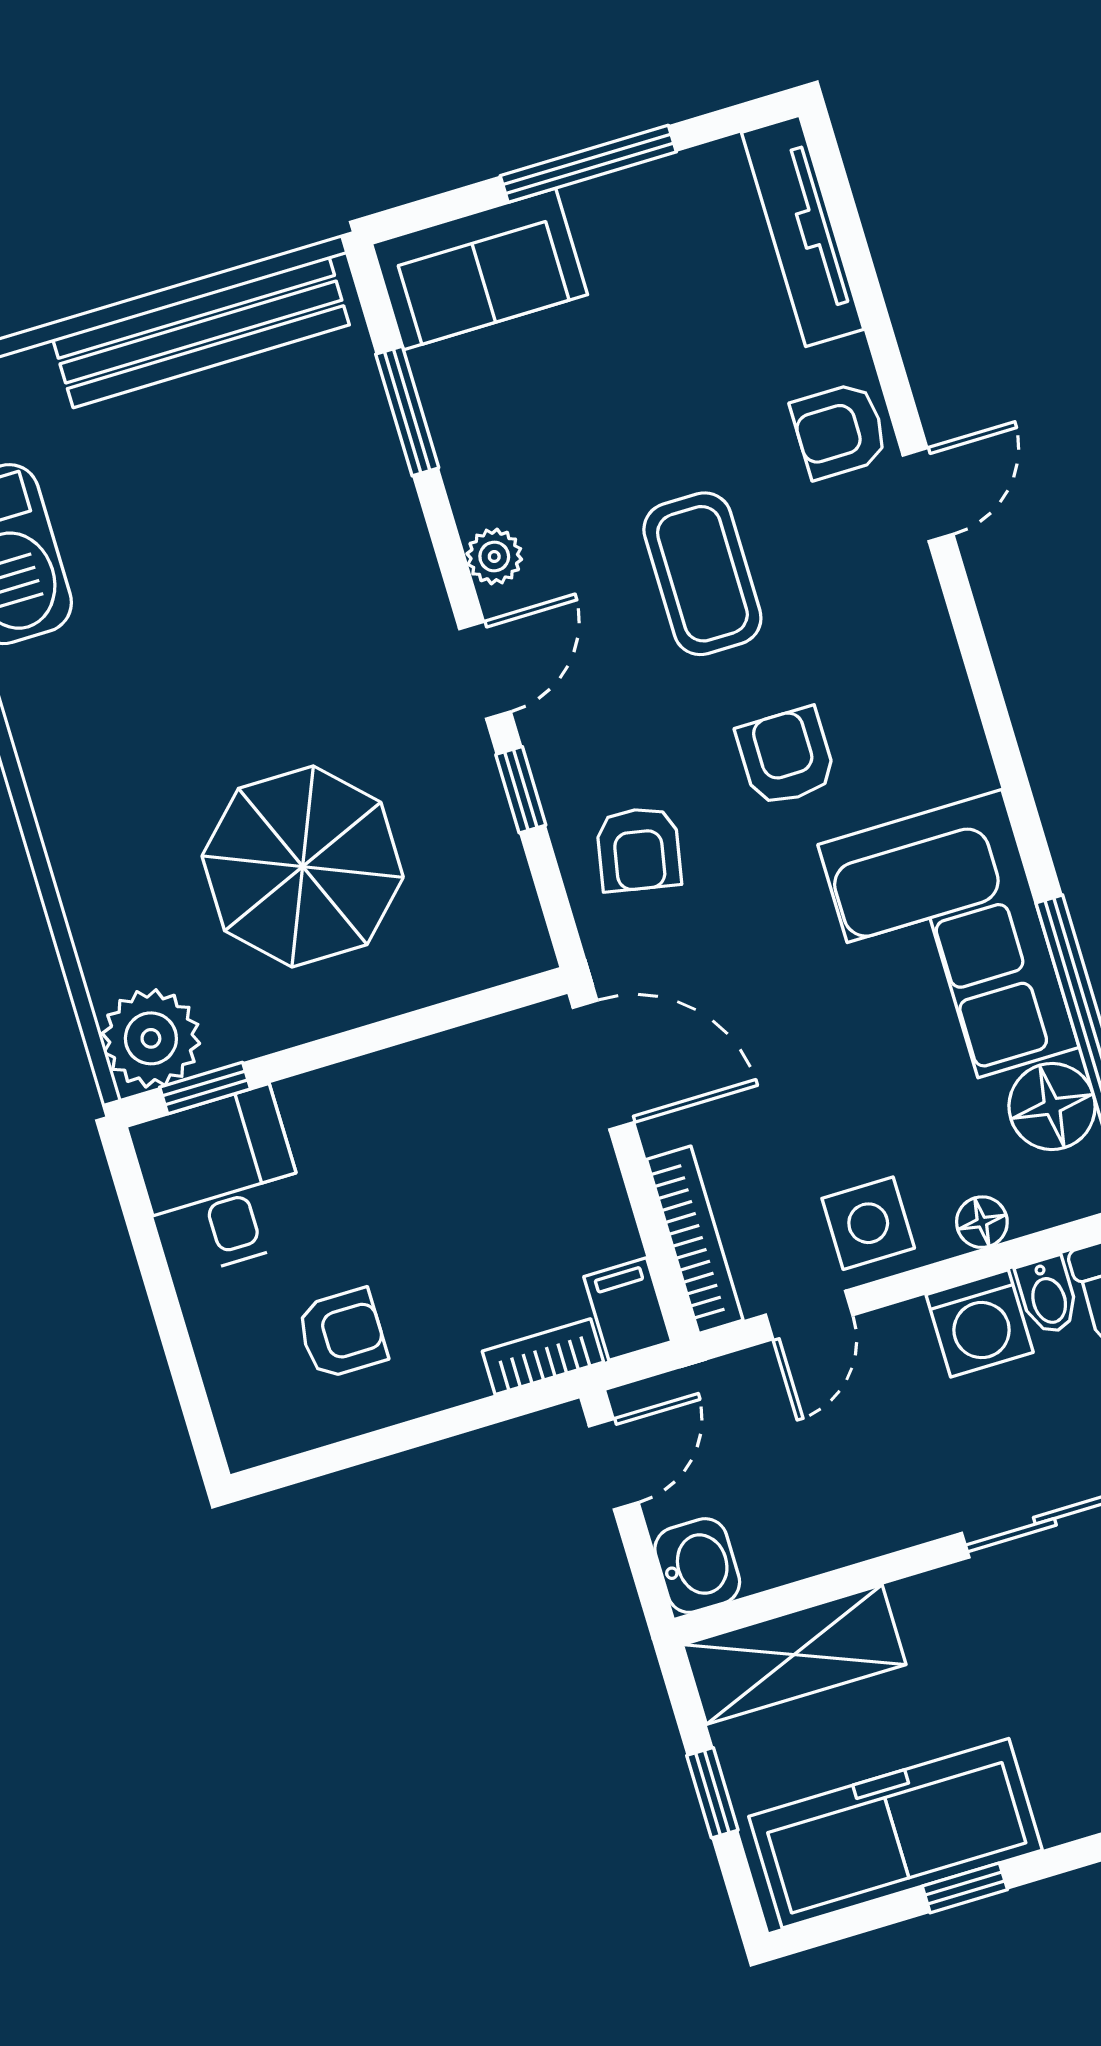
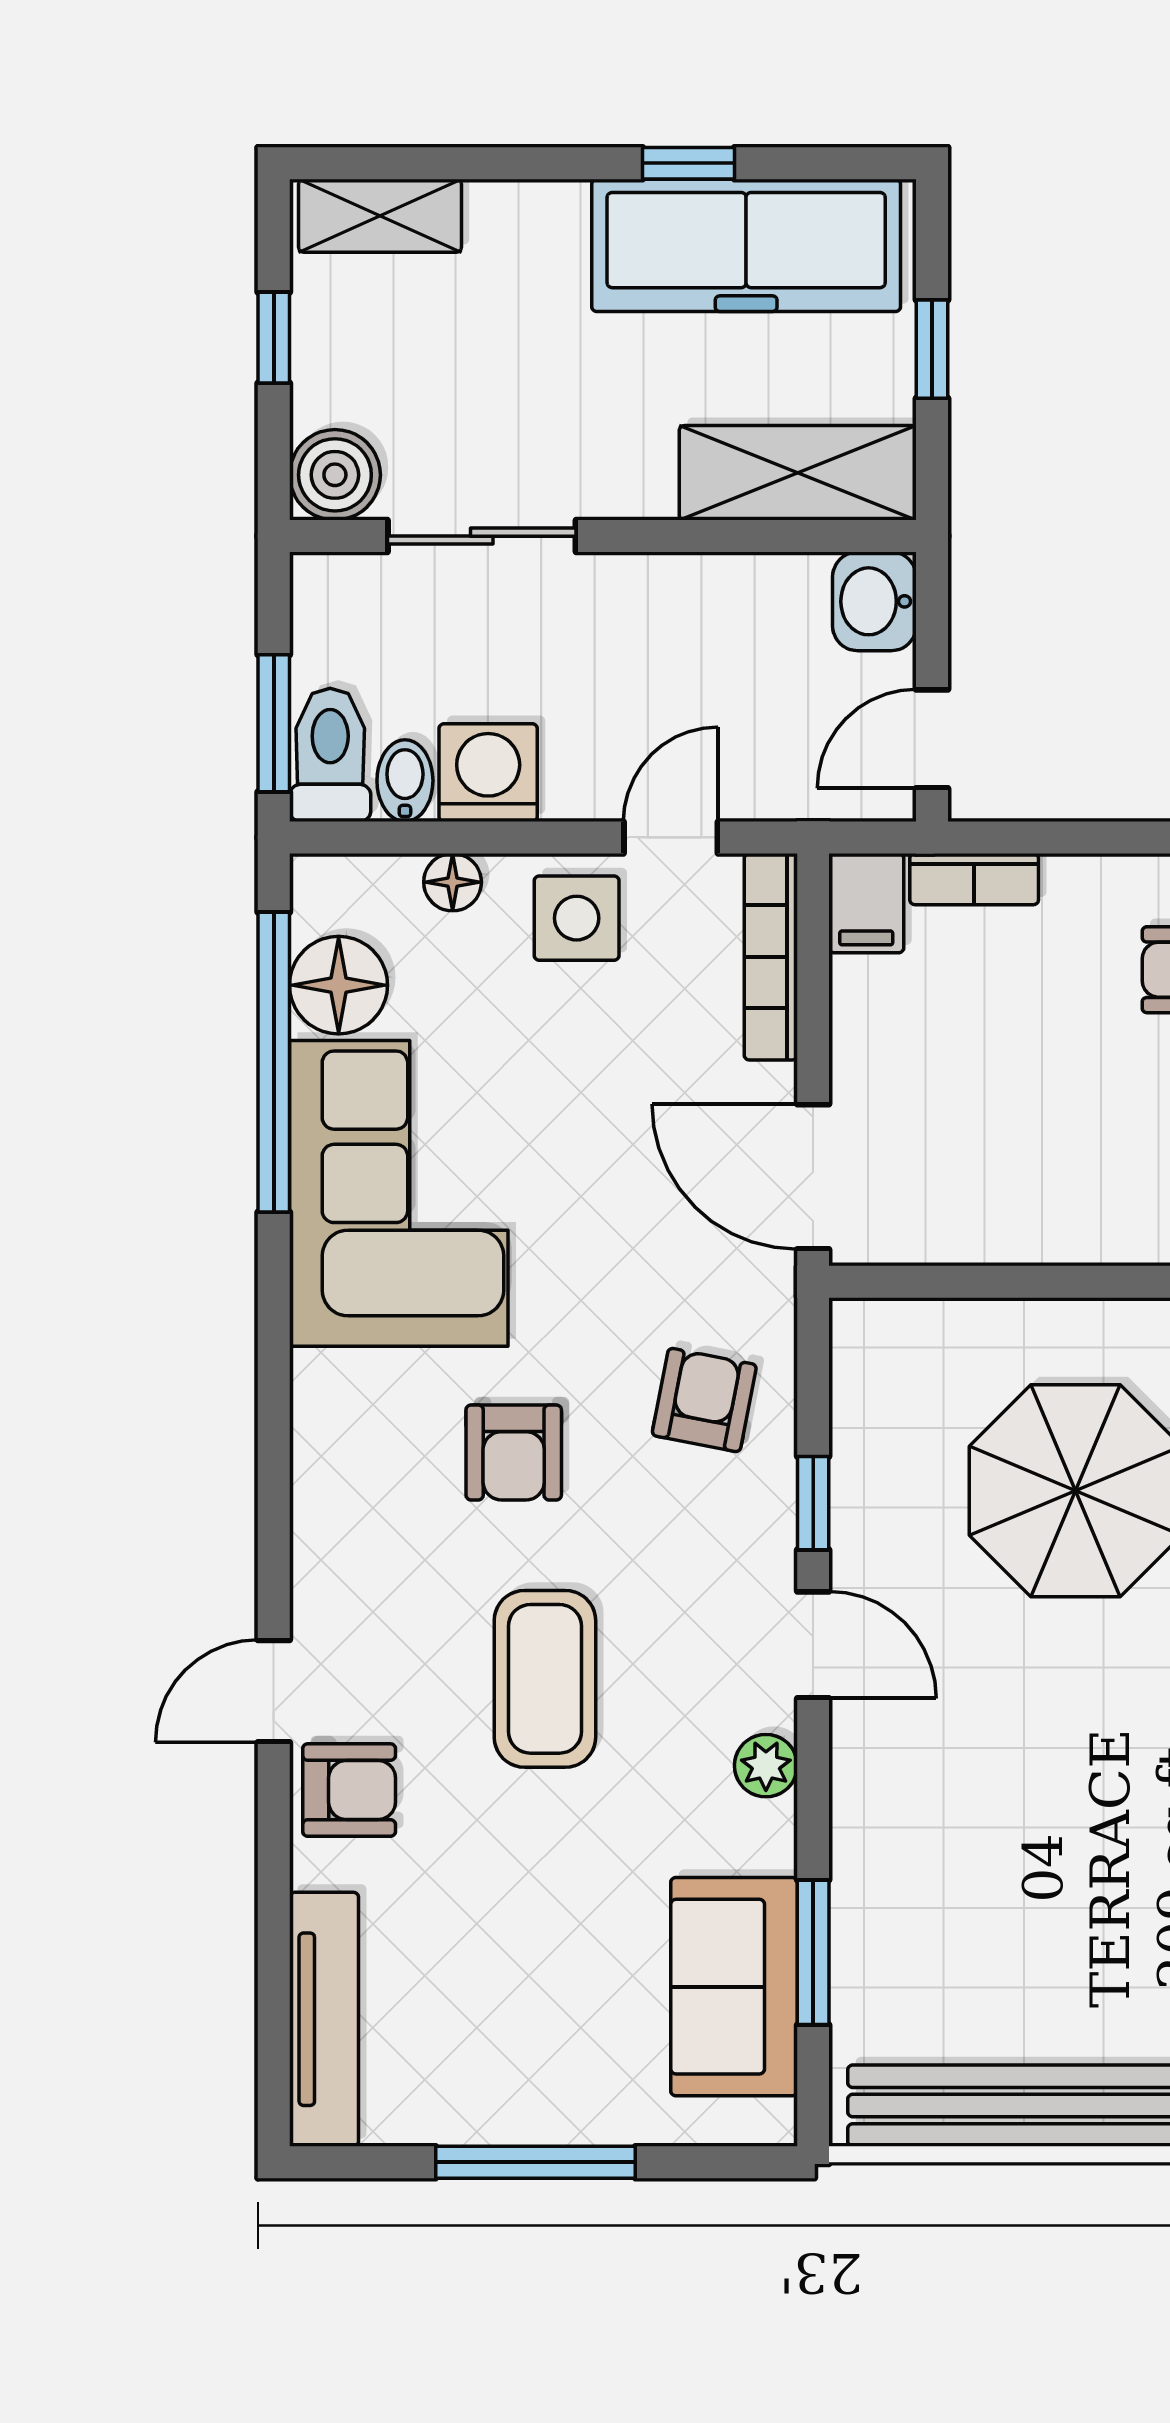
sofa: (480, 269) -> (734, 1987), moved, turned -90
door: (485, 670) -> (813, 1645), swing flipped

